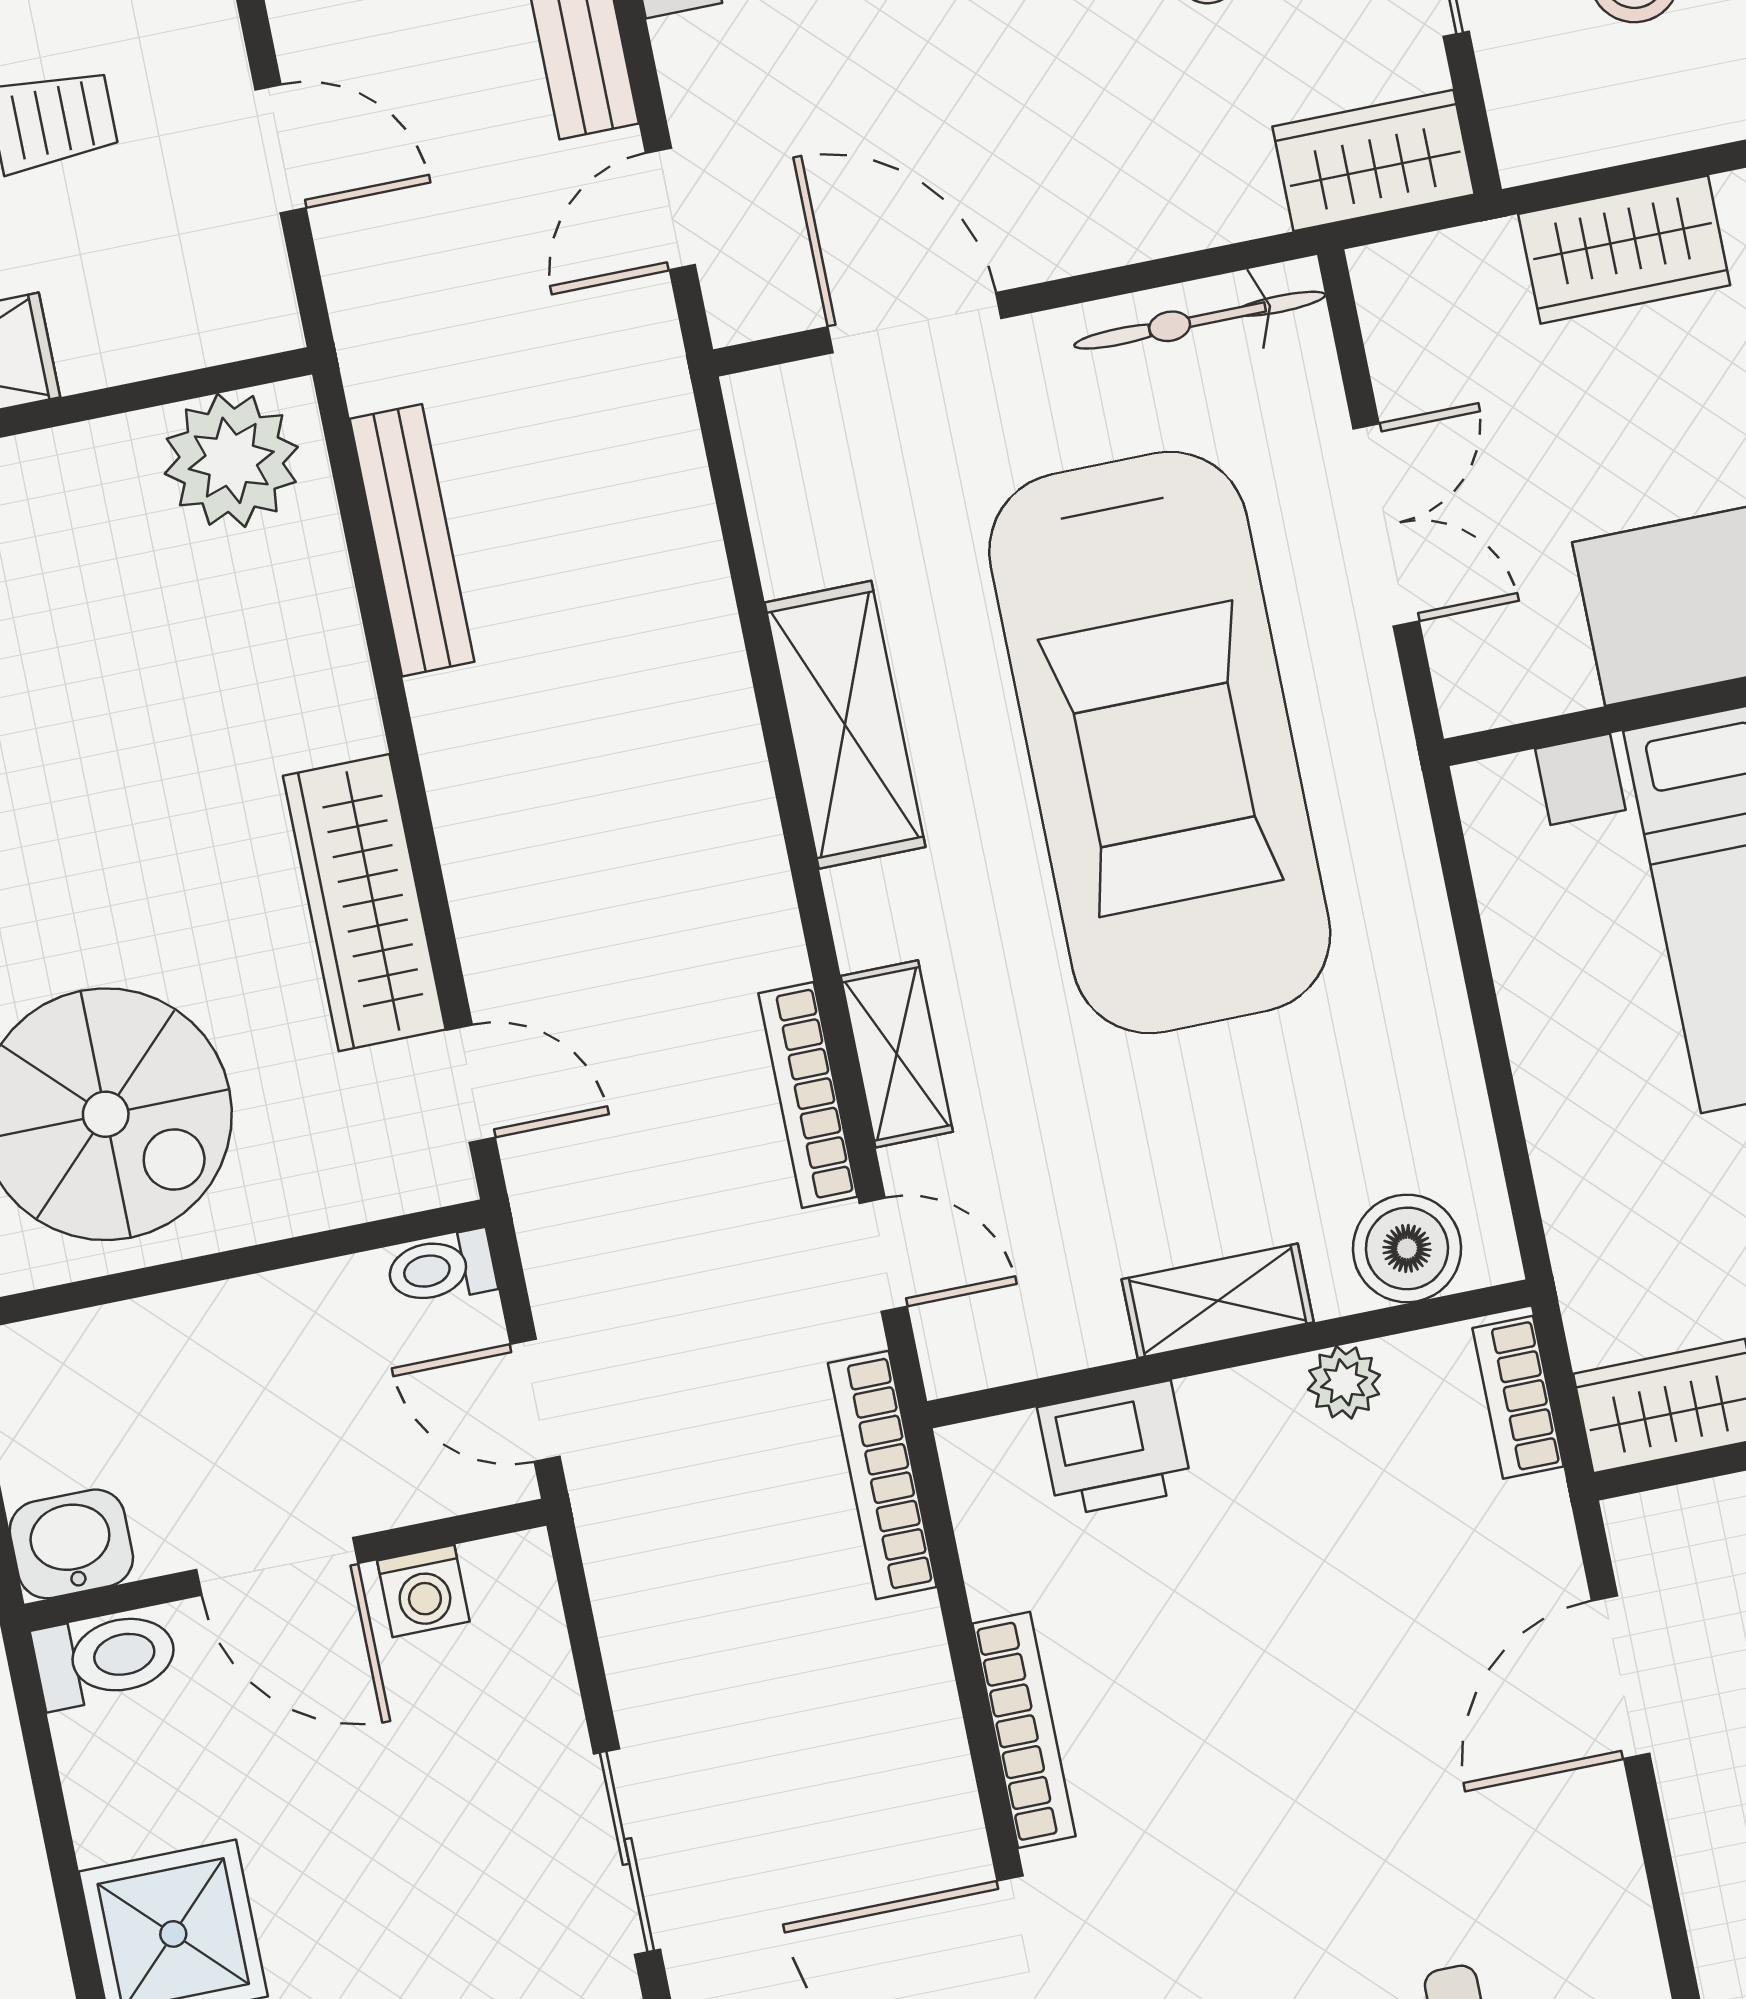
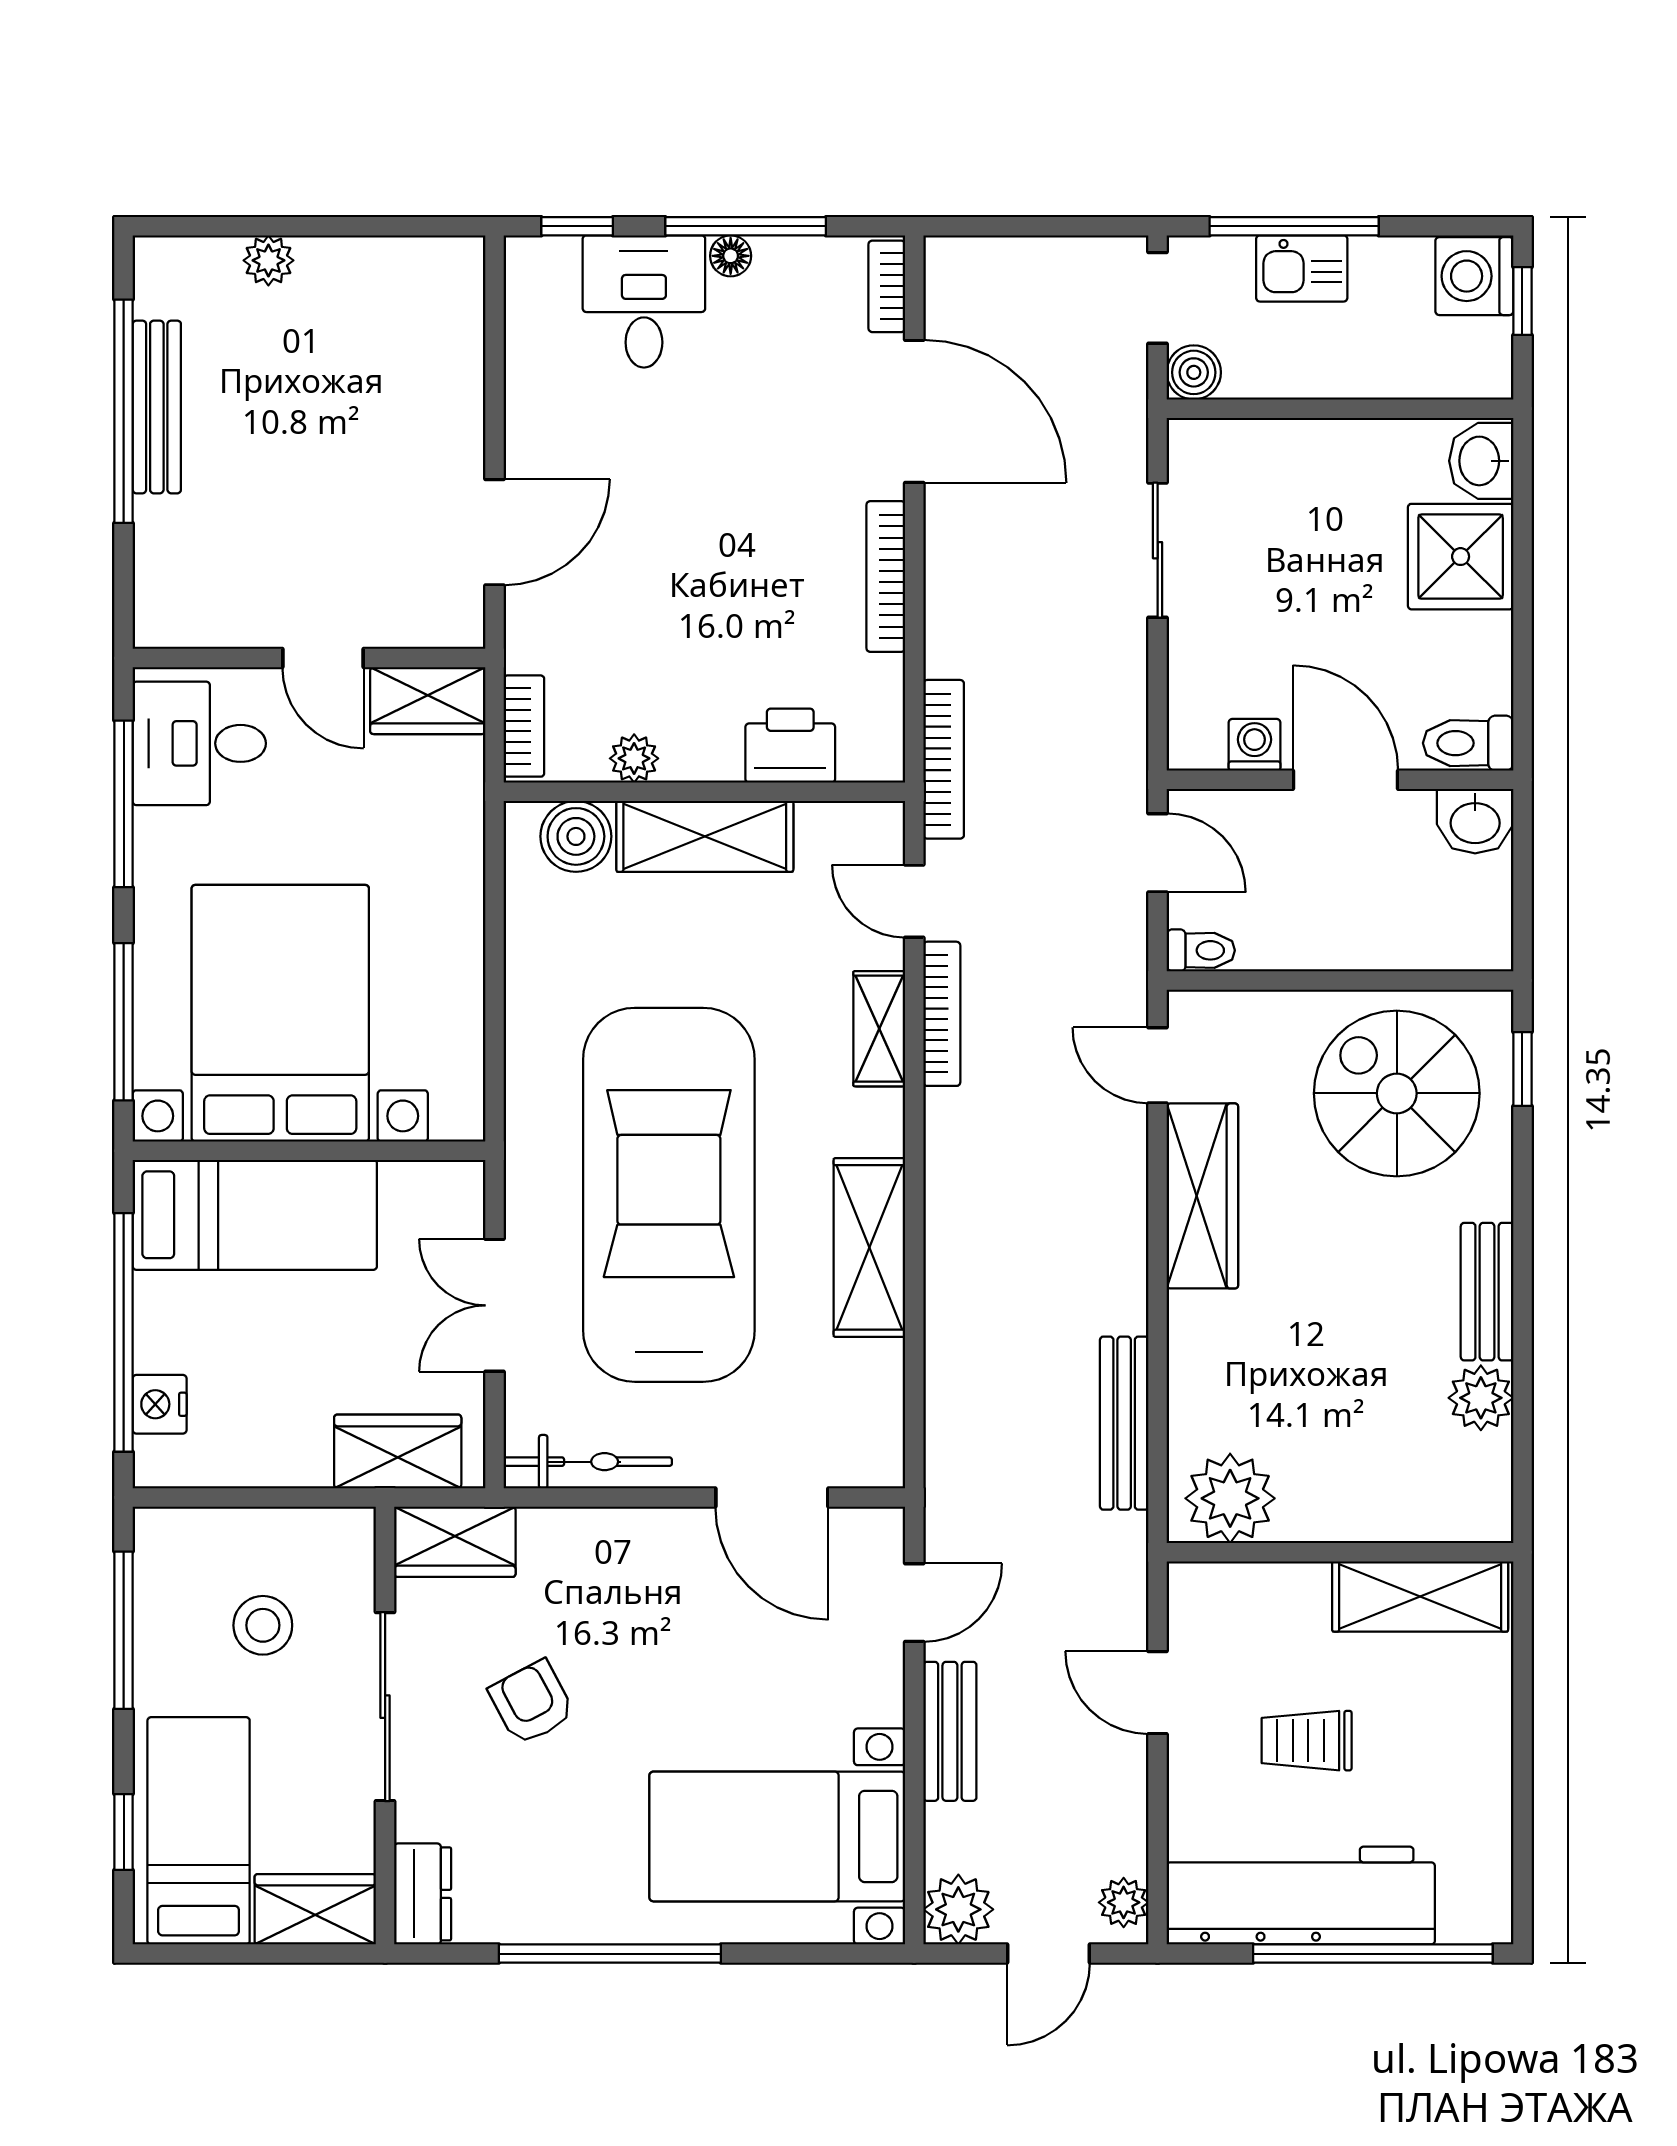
wardrobe: (1624, 250) -> (398, 1451), moved
shelving: (1218, 1301) -> (705, 836), width x1.50, depth x1.33

